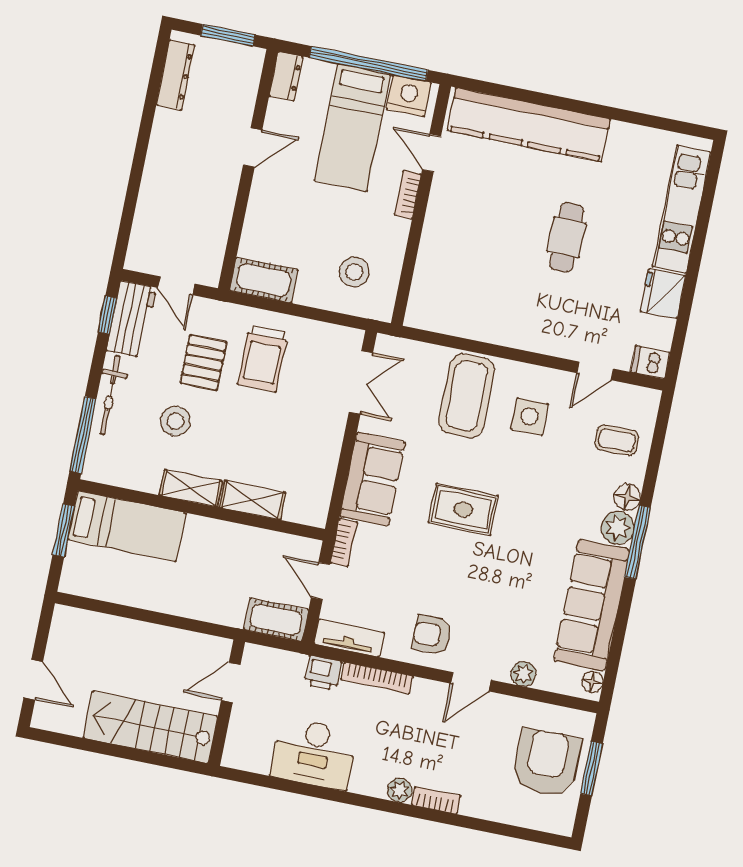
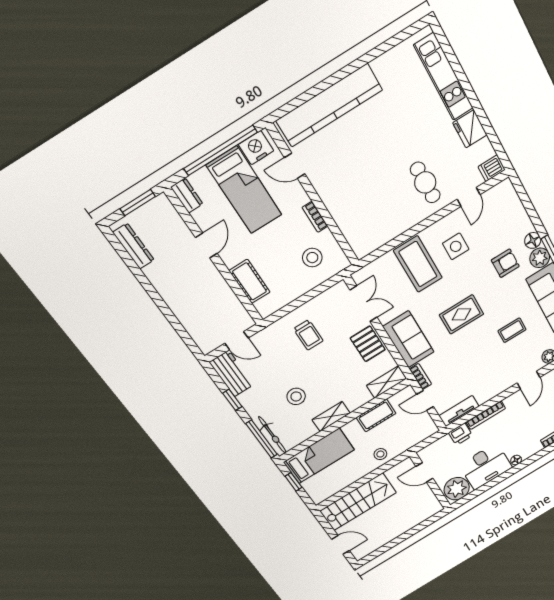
bookcase: (408, 195) -> (315, 217), moved
cafe table: (567, 237) -> (425, 182), moved
cot: (264, 280) -> (250, 281), moved, turned 90
window: (107, 315) -> (232, 400), moved
trolley: (263, 358) -> (308, 335), width x0.73, depth x0.72
pallet: (203, 363) -> (368, 344), moved
bicycle: (110, 395) -> (272, 435), moved
coffee table: (617, 440) -> (512, 330), moved
shelving: (252, 500) -> (386, 382), moved
window: (64, 530) -> (294, 482), width x0.67
stool: (201, 600) -> (380, 454), added
cot: (276, 620) -> (376, 415), moved
armchair: (432, 635) -> (505, 263), moved, turned 180
door: (231, 682) -> (425, 472), hinge flipped
stairs: (151, 727) -> (358, 502), moved, turned 180
floor lamp: (360, 784) -> (516, 460), added
plant: (400, 790) -> (457, 489), moved, width x1.88, depth x1.88

